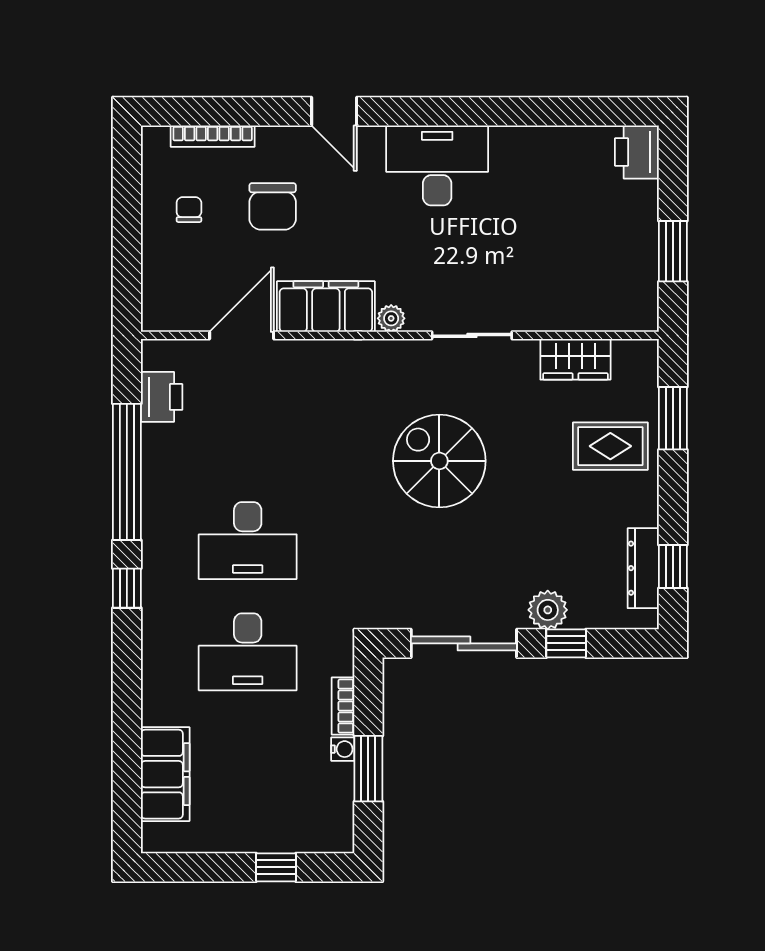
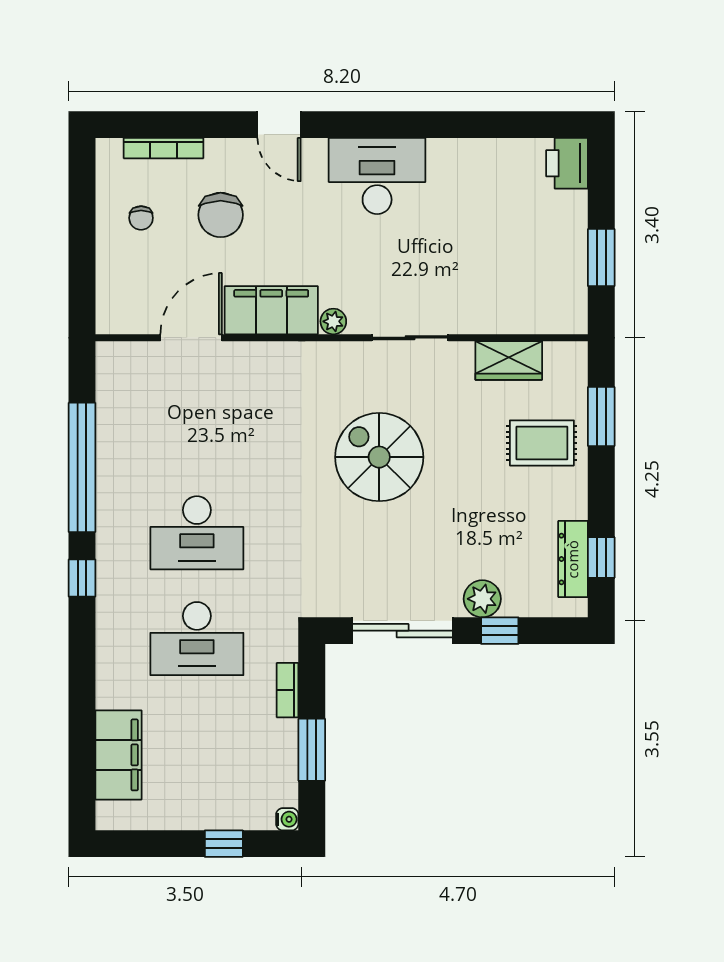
chair: (189, 210) -> (141, 218), turned 180
printer: (162, 397) -> (115, 396), removed
water cooler: (343, 749) -> (287, 819), moved

